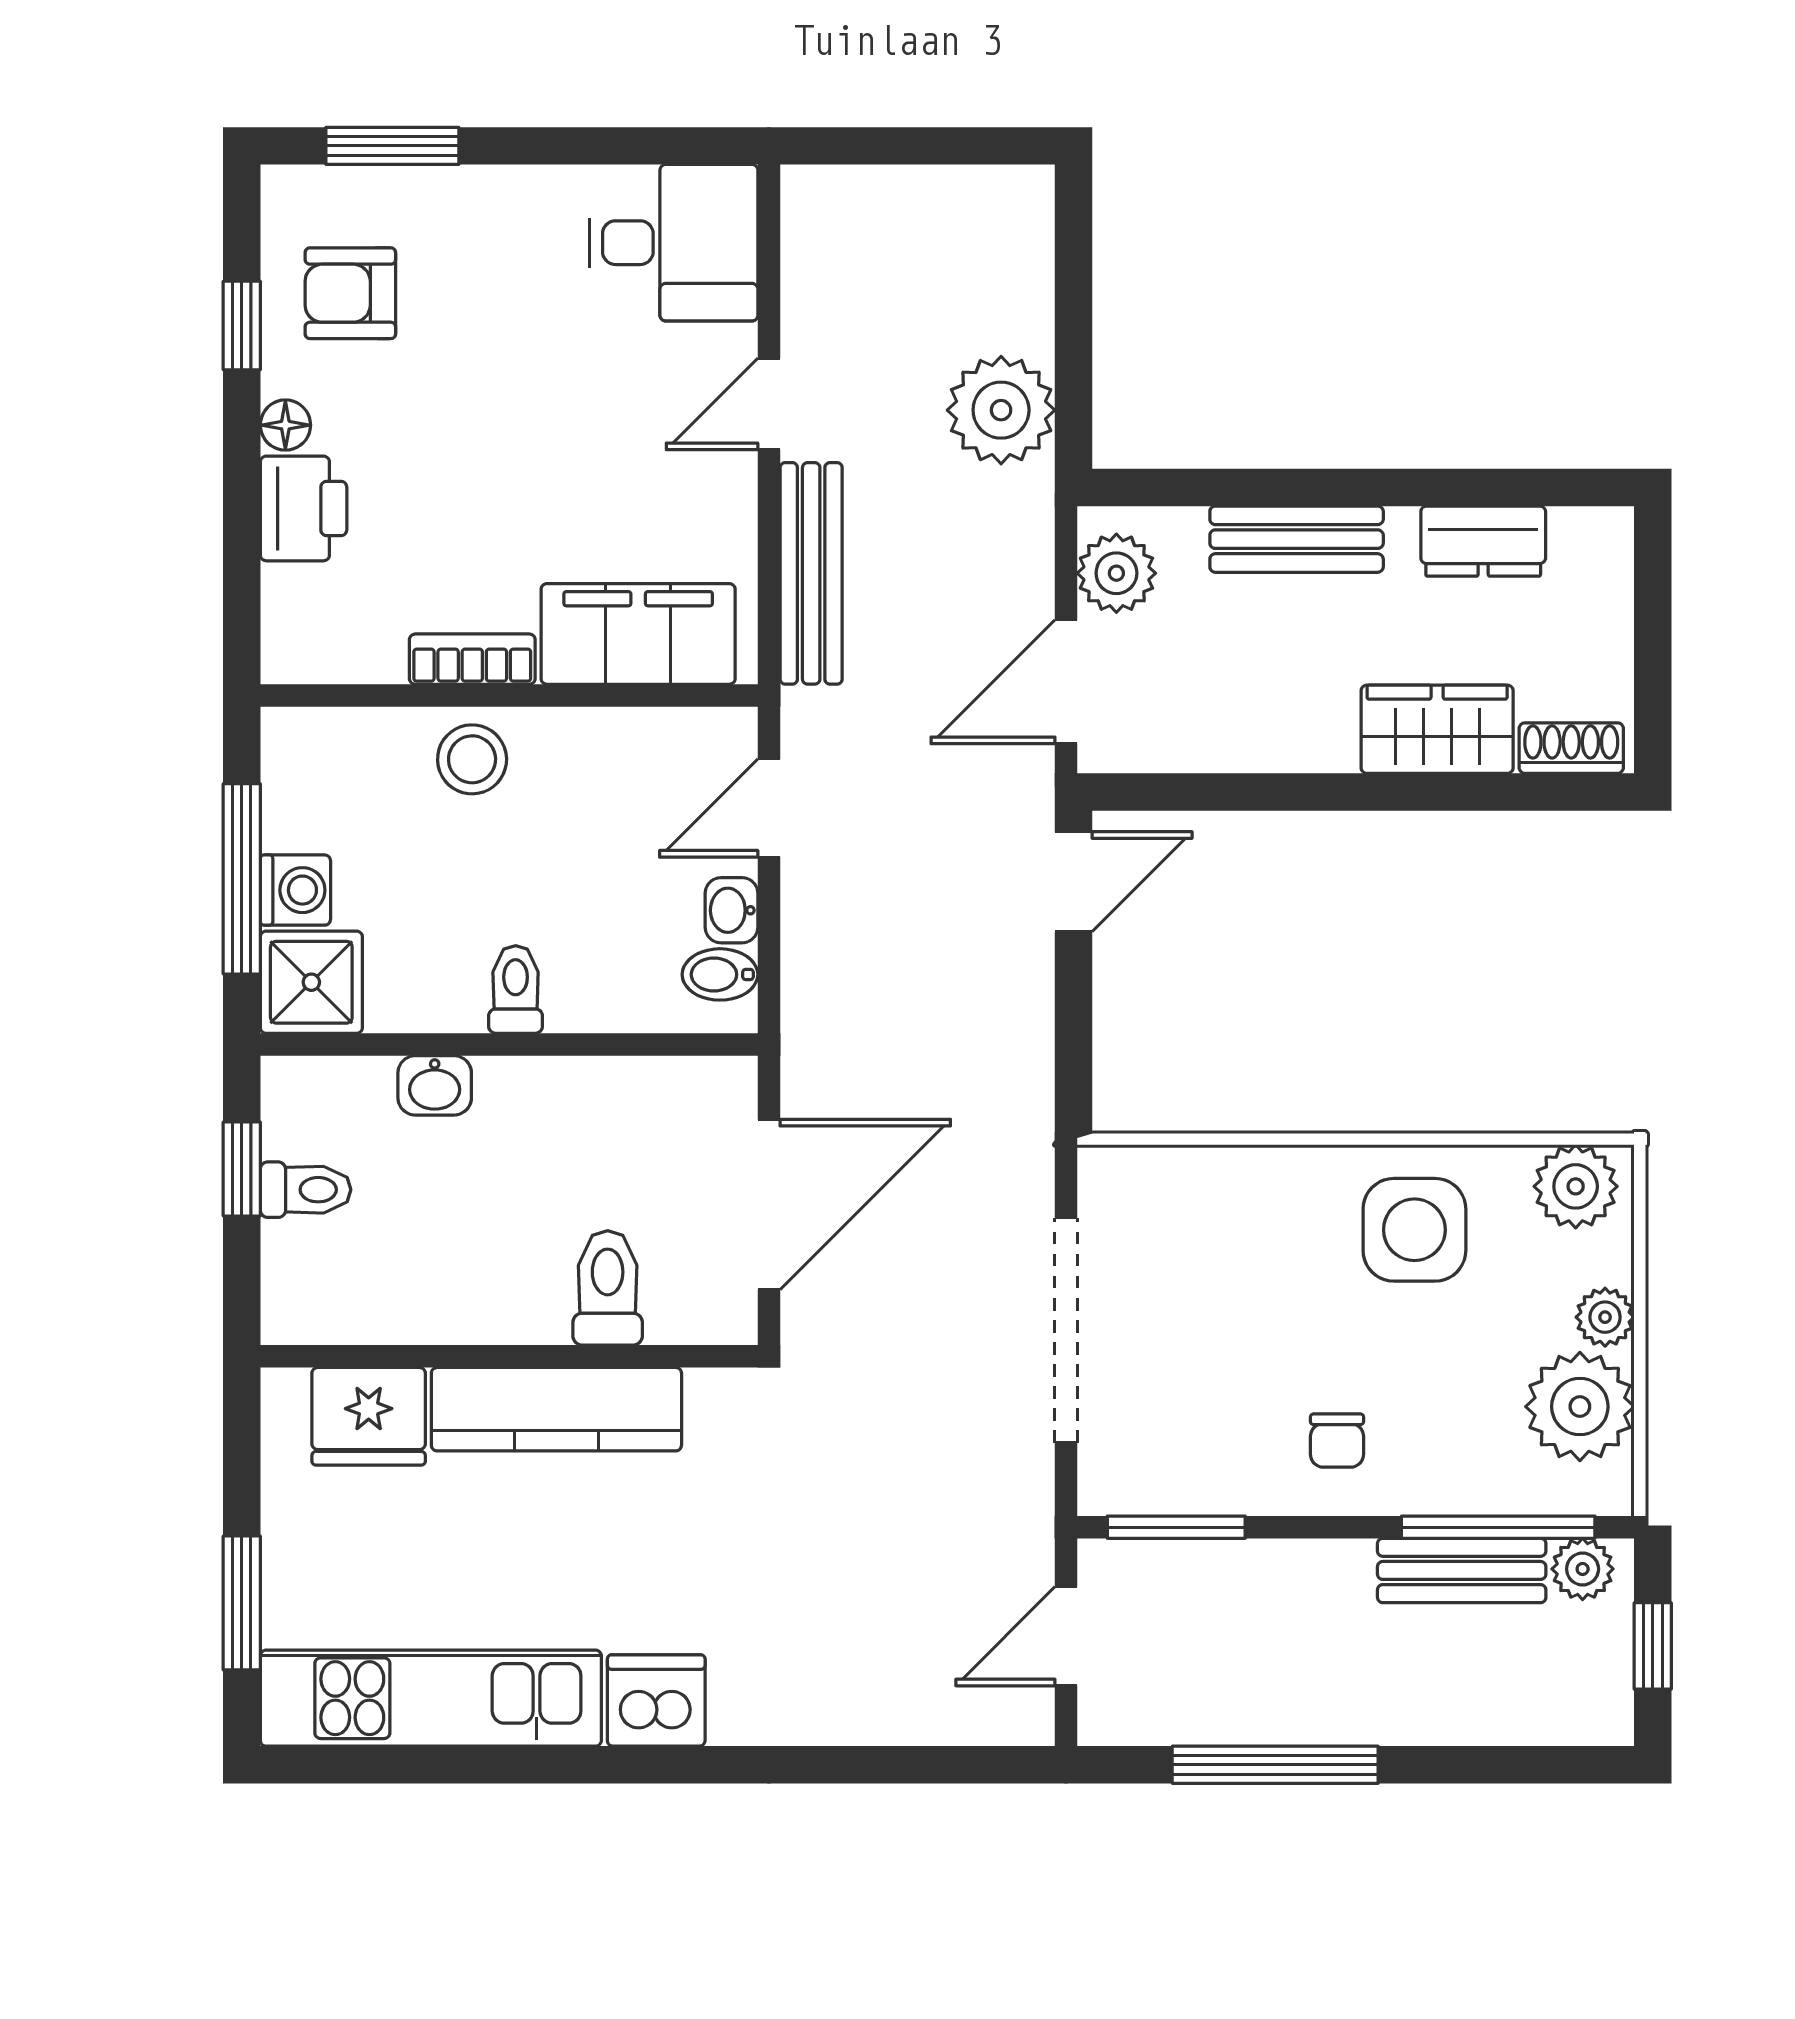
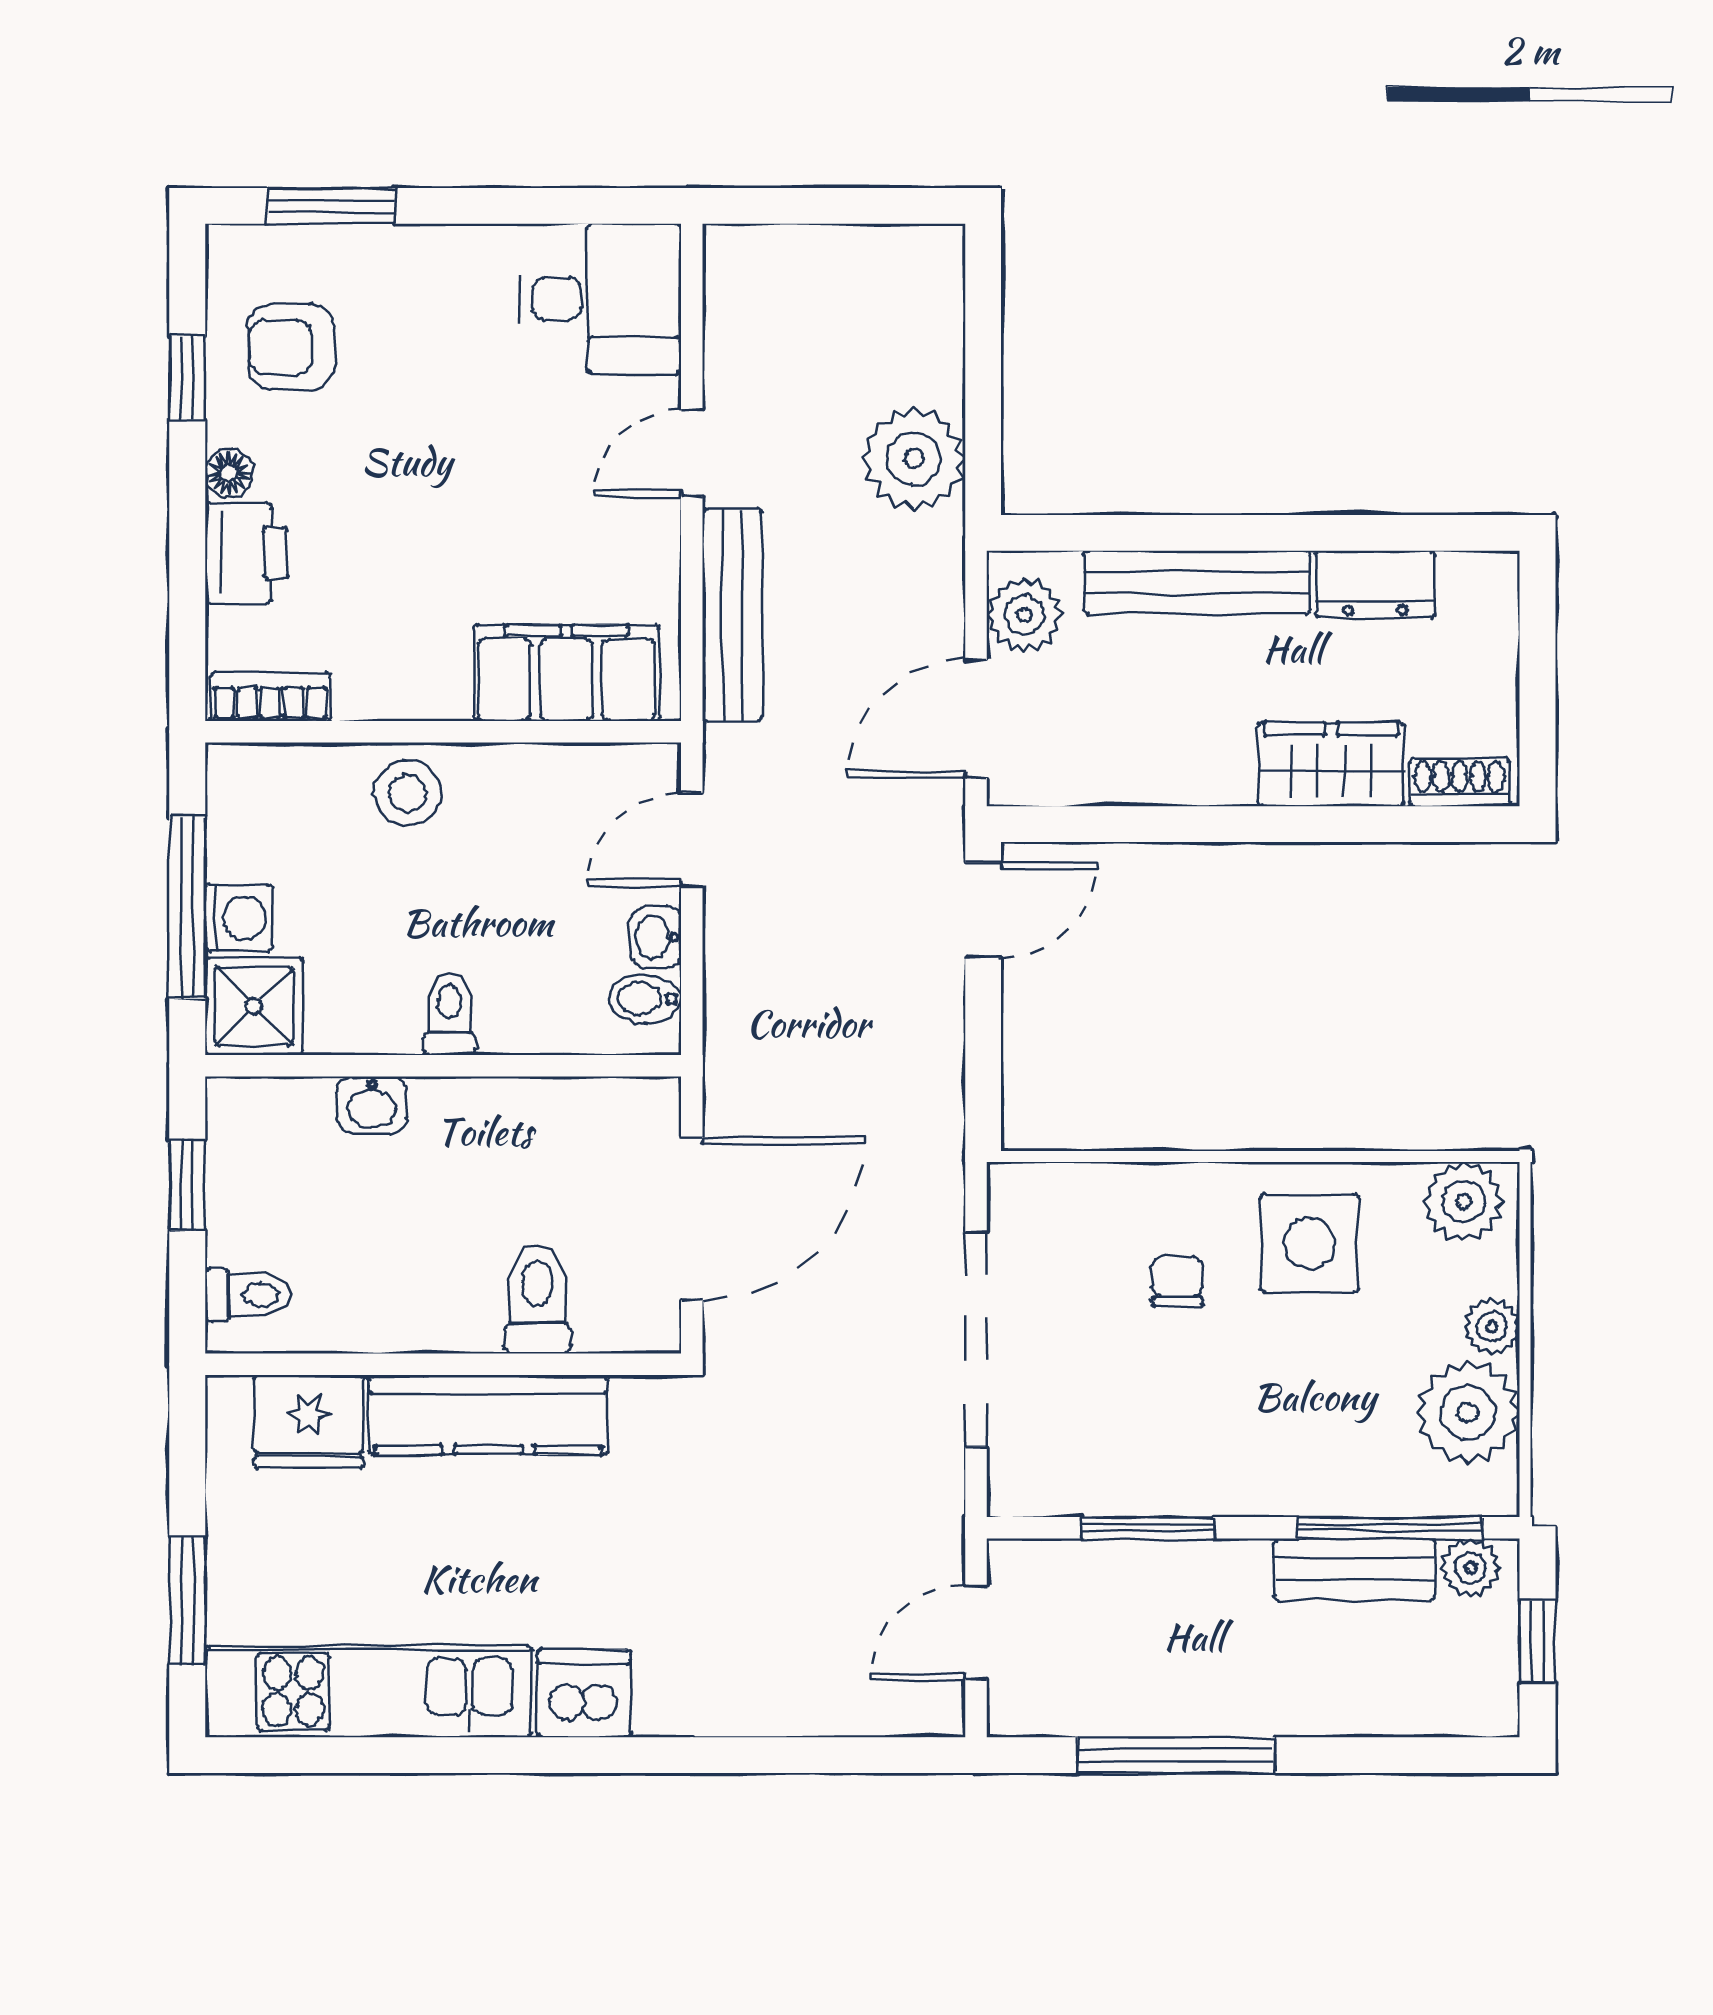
bench: (1297, 539) -> (1197, 582), width x1.36
bookcase: (472, 659) -> (271, 697), moved
toilet: (306, 1190) -> (248, 1295), moved
chair: (1337, 1441) -> (1177, 1281), moved, turned 180
window: (1176, 1527) -> (1147, 1528), moved

